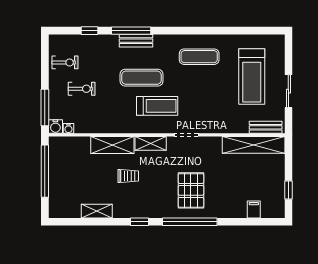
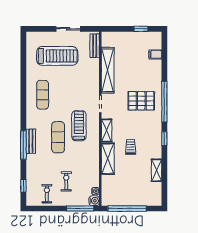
window: (89, 31) -> (23, 186), moved
shelving: (254, 145) -> (108, 70), moved

